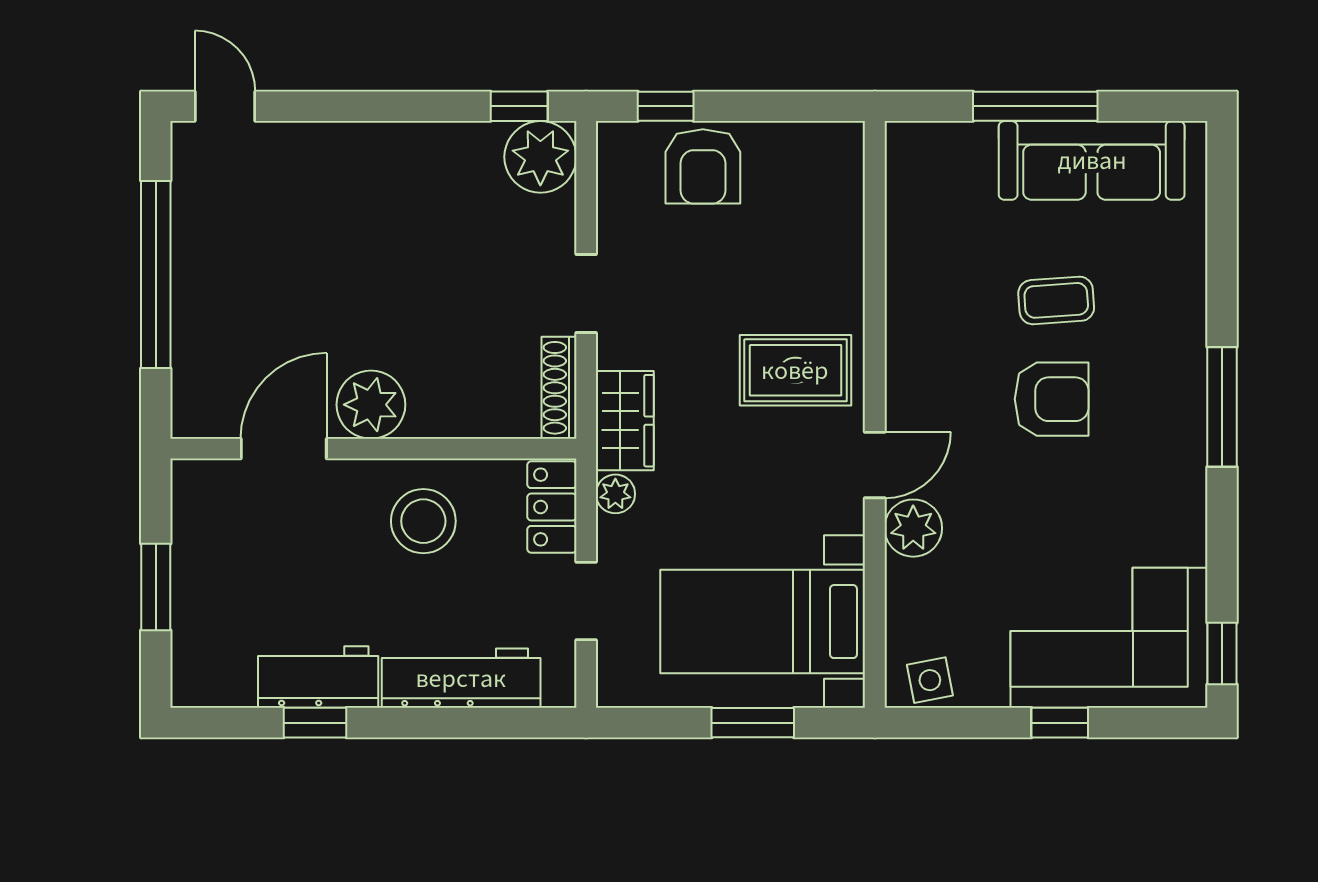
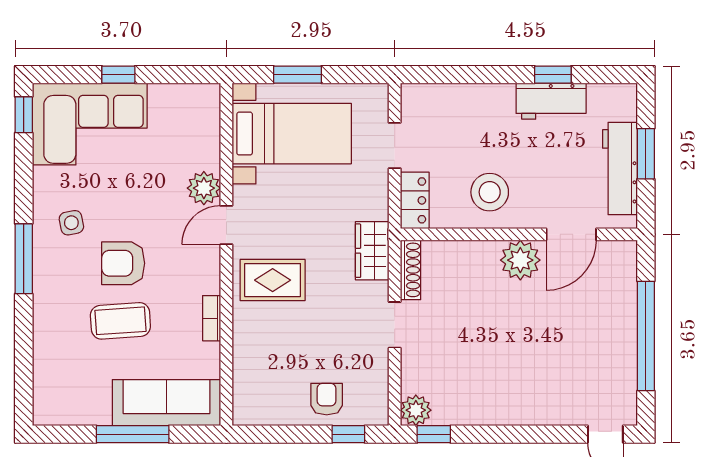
plant: (540, 157) -> (416, 410), width x0.73, depth x0.73
sofa: (1092, 160) -> (166, 403), moved
armchair: (703, 166) -> (327, 399), width x0.72, depth x0.72
coffee table: (1056, 300) -> (120, 321), width x1.36, depth x1.30
bookcase: (900, 305) -> (212, 318), added
plant: (615, 494) -> (378, 208), removed
workbench: (461, 678) -> (620, 168), moved, turned 90
side table: (930, 680) -> (71, 223), moved

